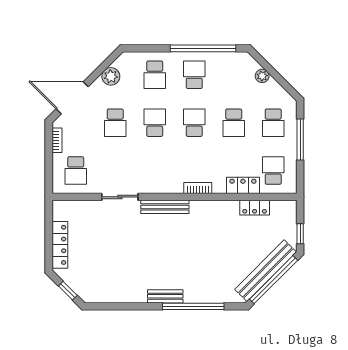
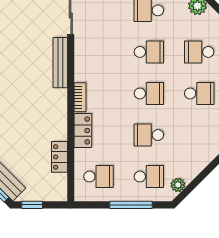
plant: (262, 76) -> (178, 185), moved
school desk: (273, 123) -> (149, 177), turned 180
locker: (243, 185) -> (83, 130), moved

